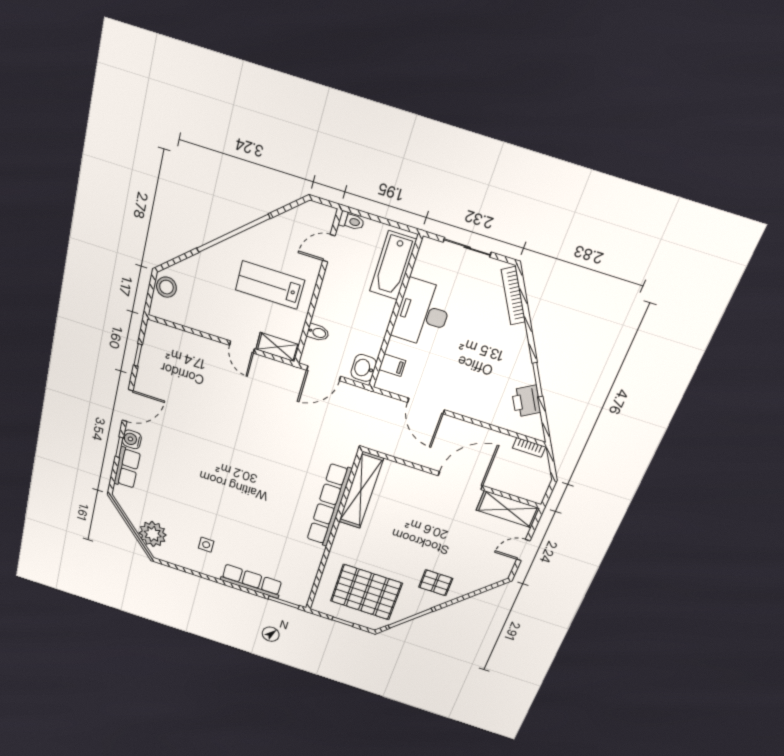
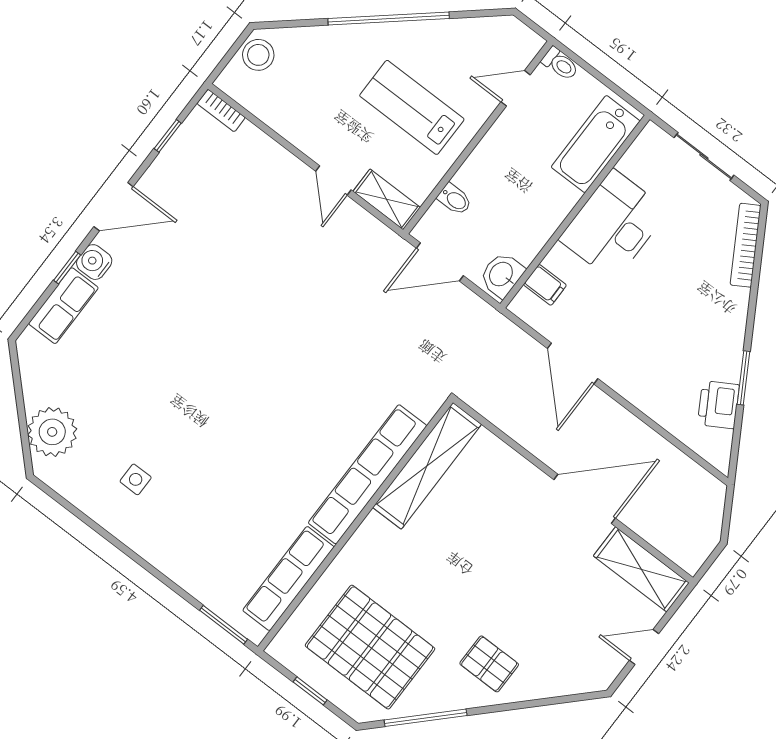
bookcase: (529, 447) -> (221, 111), moved
row of seats: (251, 581) -> (288, 579), moved, turned -90

